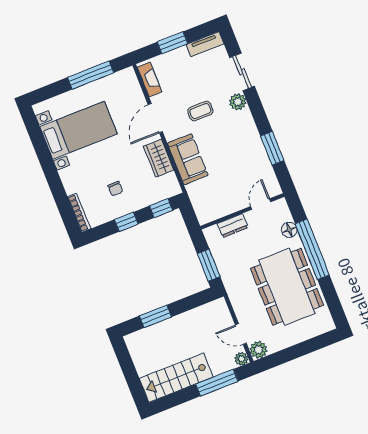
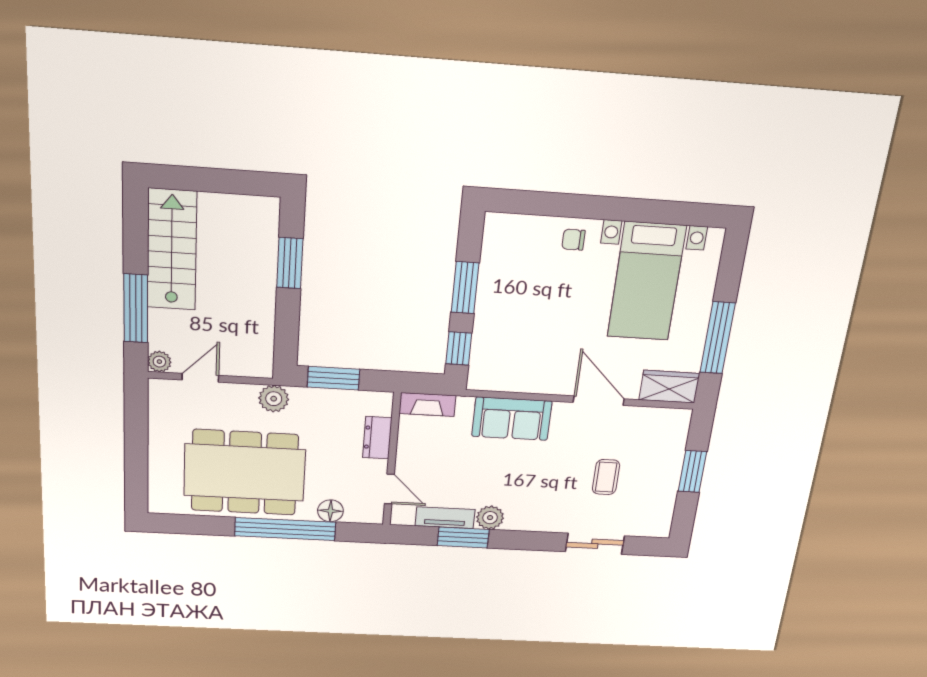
tv unit: (205, 44) -> (445, 518), moved, turned 90
fireplace: (150, 80) -> (427, 404), moved
plant: (238, 102) -> (490, 518), moved
coffee table: (200, 111) -> (606, 477), moved
wardrobe: (159, 158) -> (669, 387), moved
chair: (115, 189) -> (574, 240), moved
bookcase: (79, 213) -> (518, 222), removed
window: (126, 222) -> (465, 288), width x1.50
plant: (259, 350) -> (274, 399), moved

